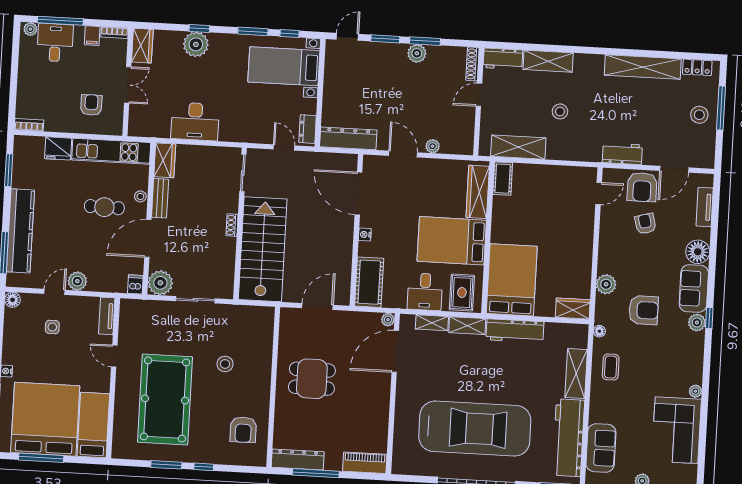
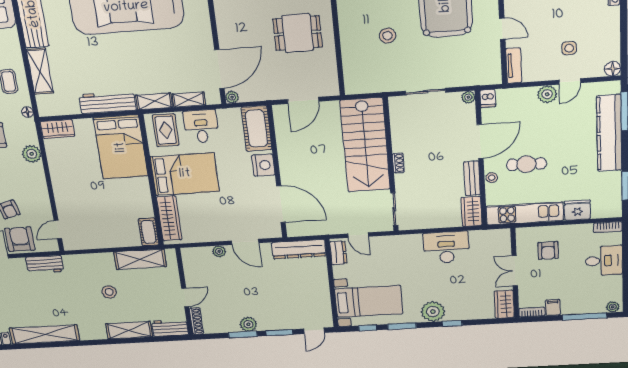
desk: (55, 43) -> (604, 261), moved, turned -90
plant: (196, 44) -> (433, 312), moved
nightstand: (365, 234) -> (263, 165), width x1.89, depth x1.79
plant: (160, 283) -> (468, 97), width x0.53, depth x0.53

